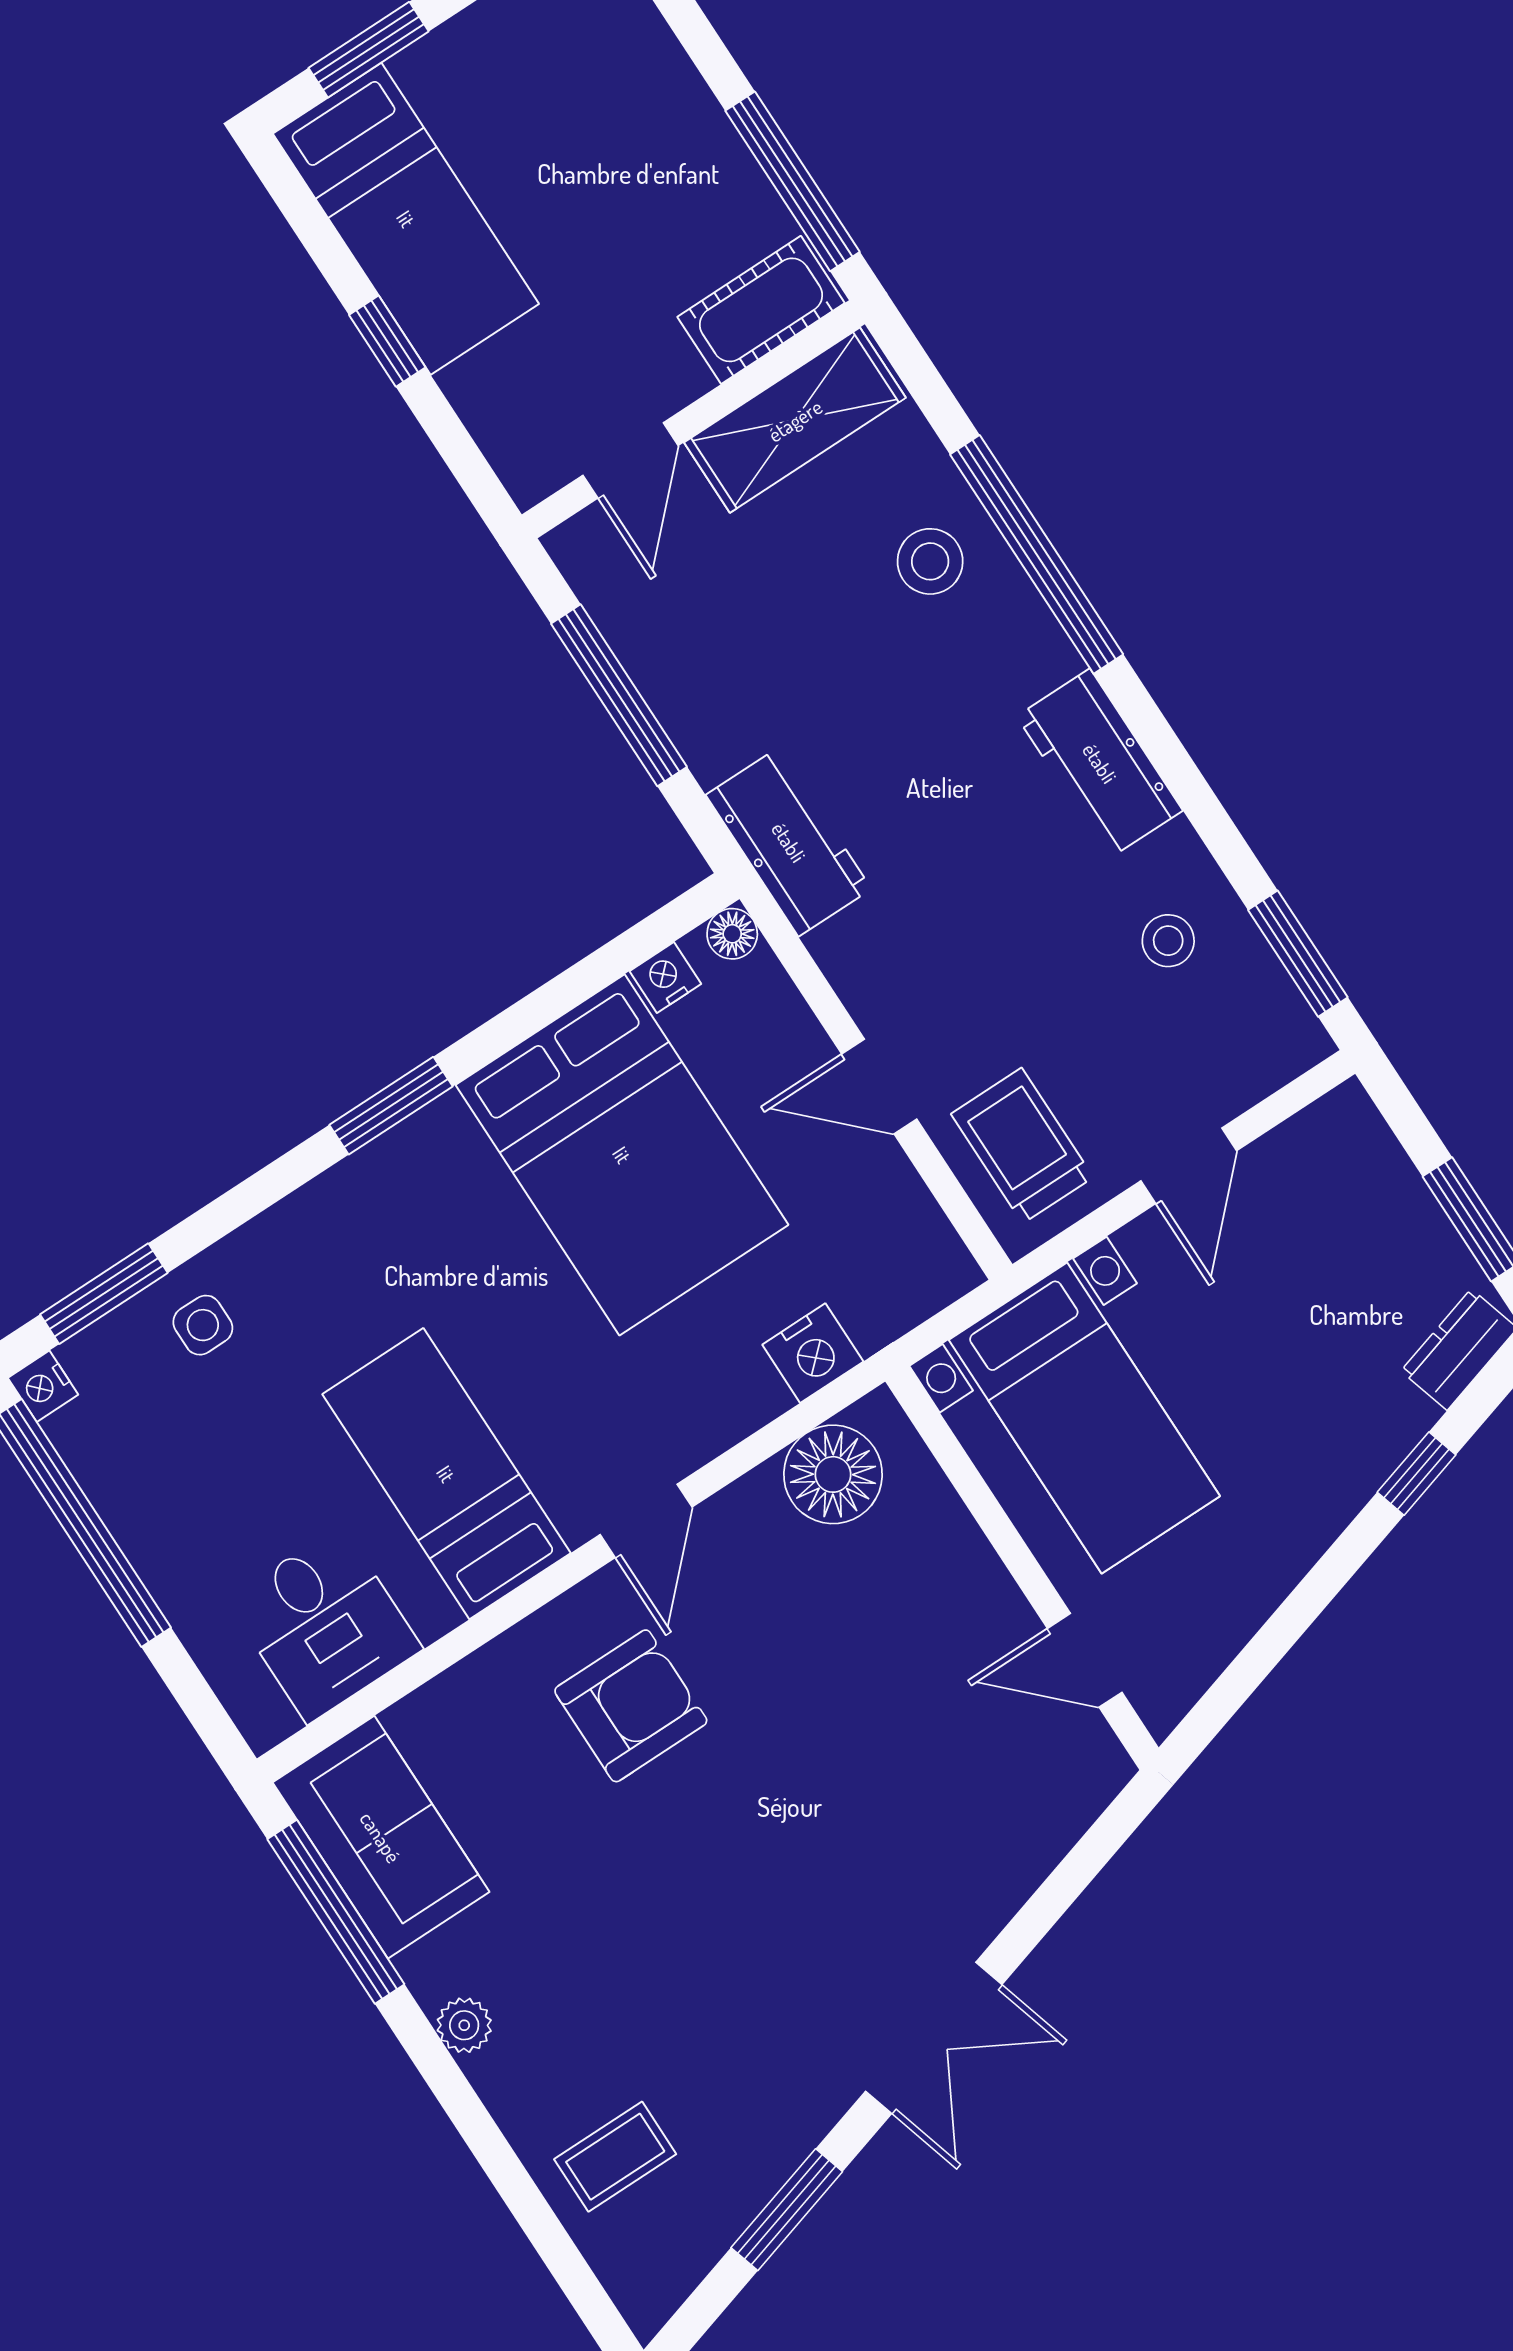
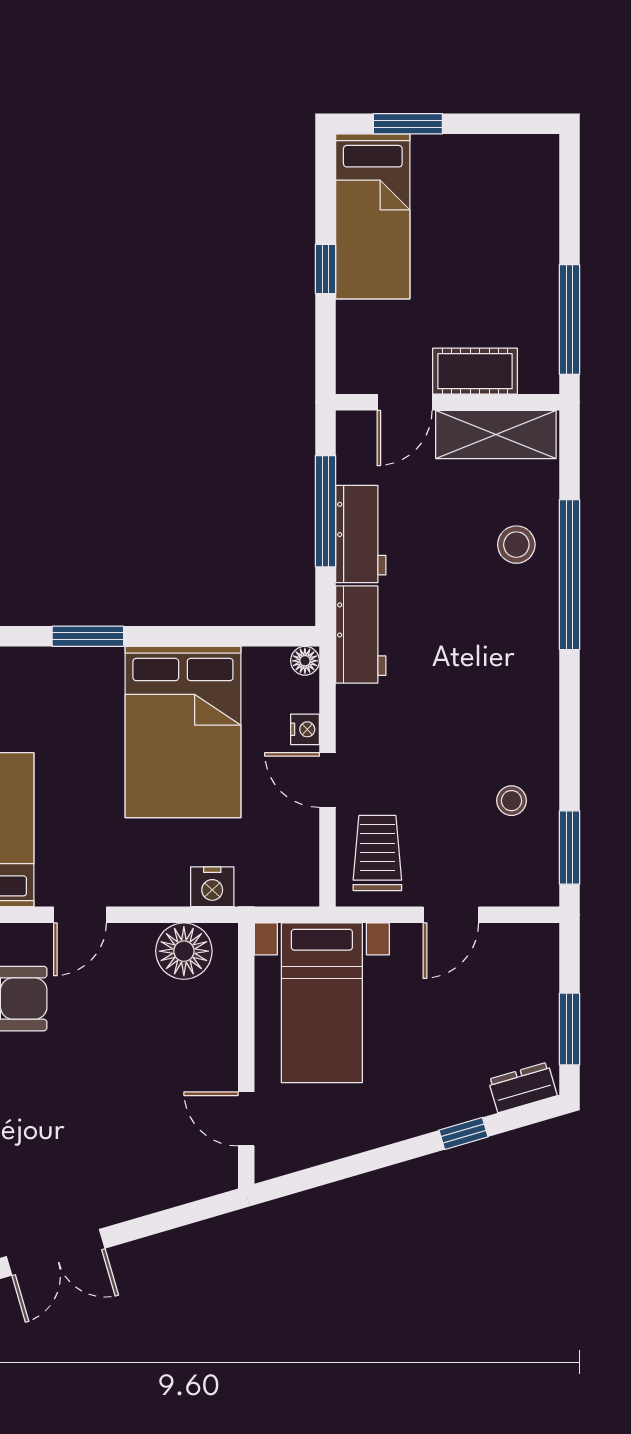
cot: (761, 310) -> (475, 371), moved
workbench: (1100, 763) -> (361, 534), moved, turned 180
nightstand: (665, 977) -> (305, 729), moved, turned 90

